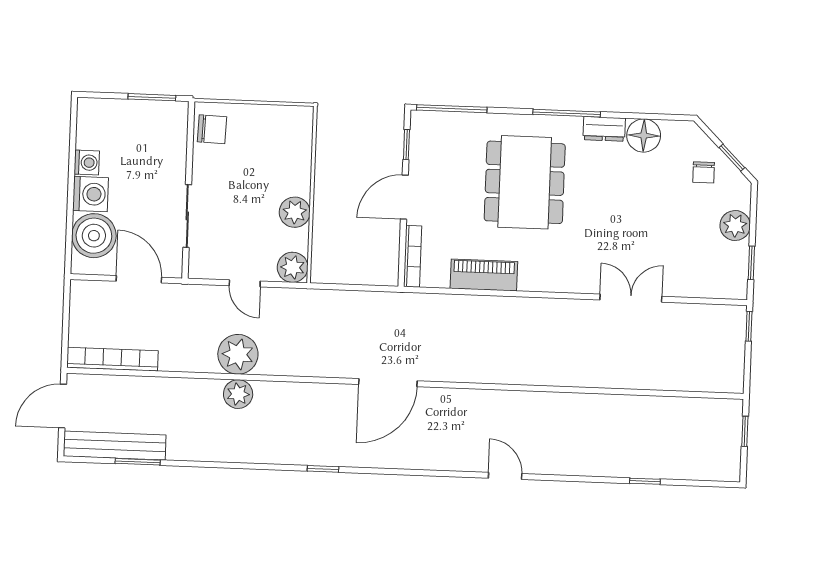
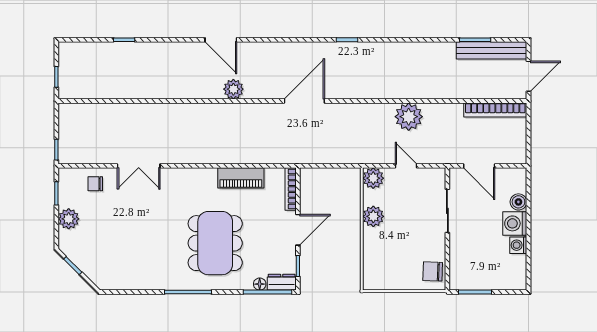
dresser: (604, 129) -> (282, 282), moved
floor lamp: (644, 135) -> (260, 284), moved, width x0.53, depth x0.53
chair: (704, 172) -> (95, 184), moved, turned -90
boiler: (94, 236) -> (518, 202), width x0.54, depth x0.54
plant: (238, 394) -> (233, 89), moved
door: (505, 476) -> (221, 40), width x1.38

